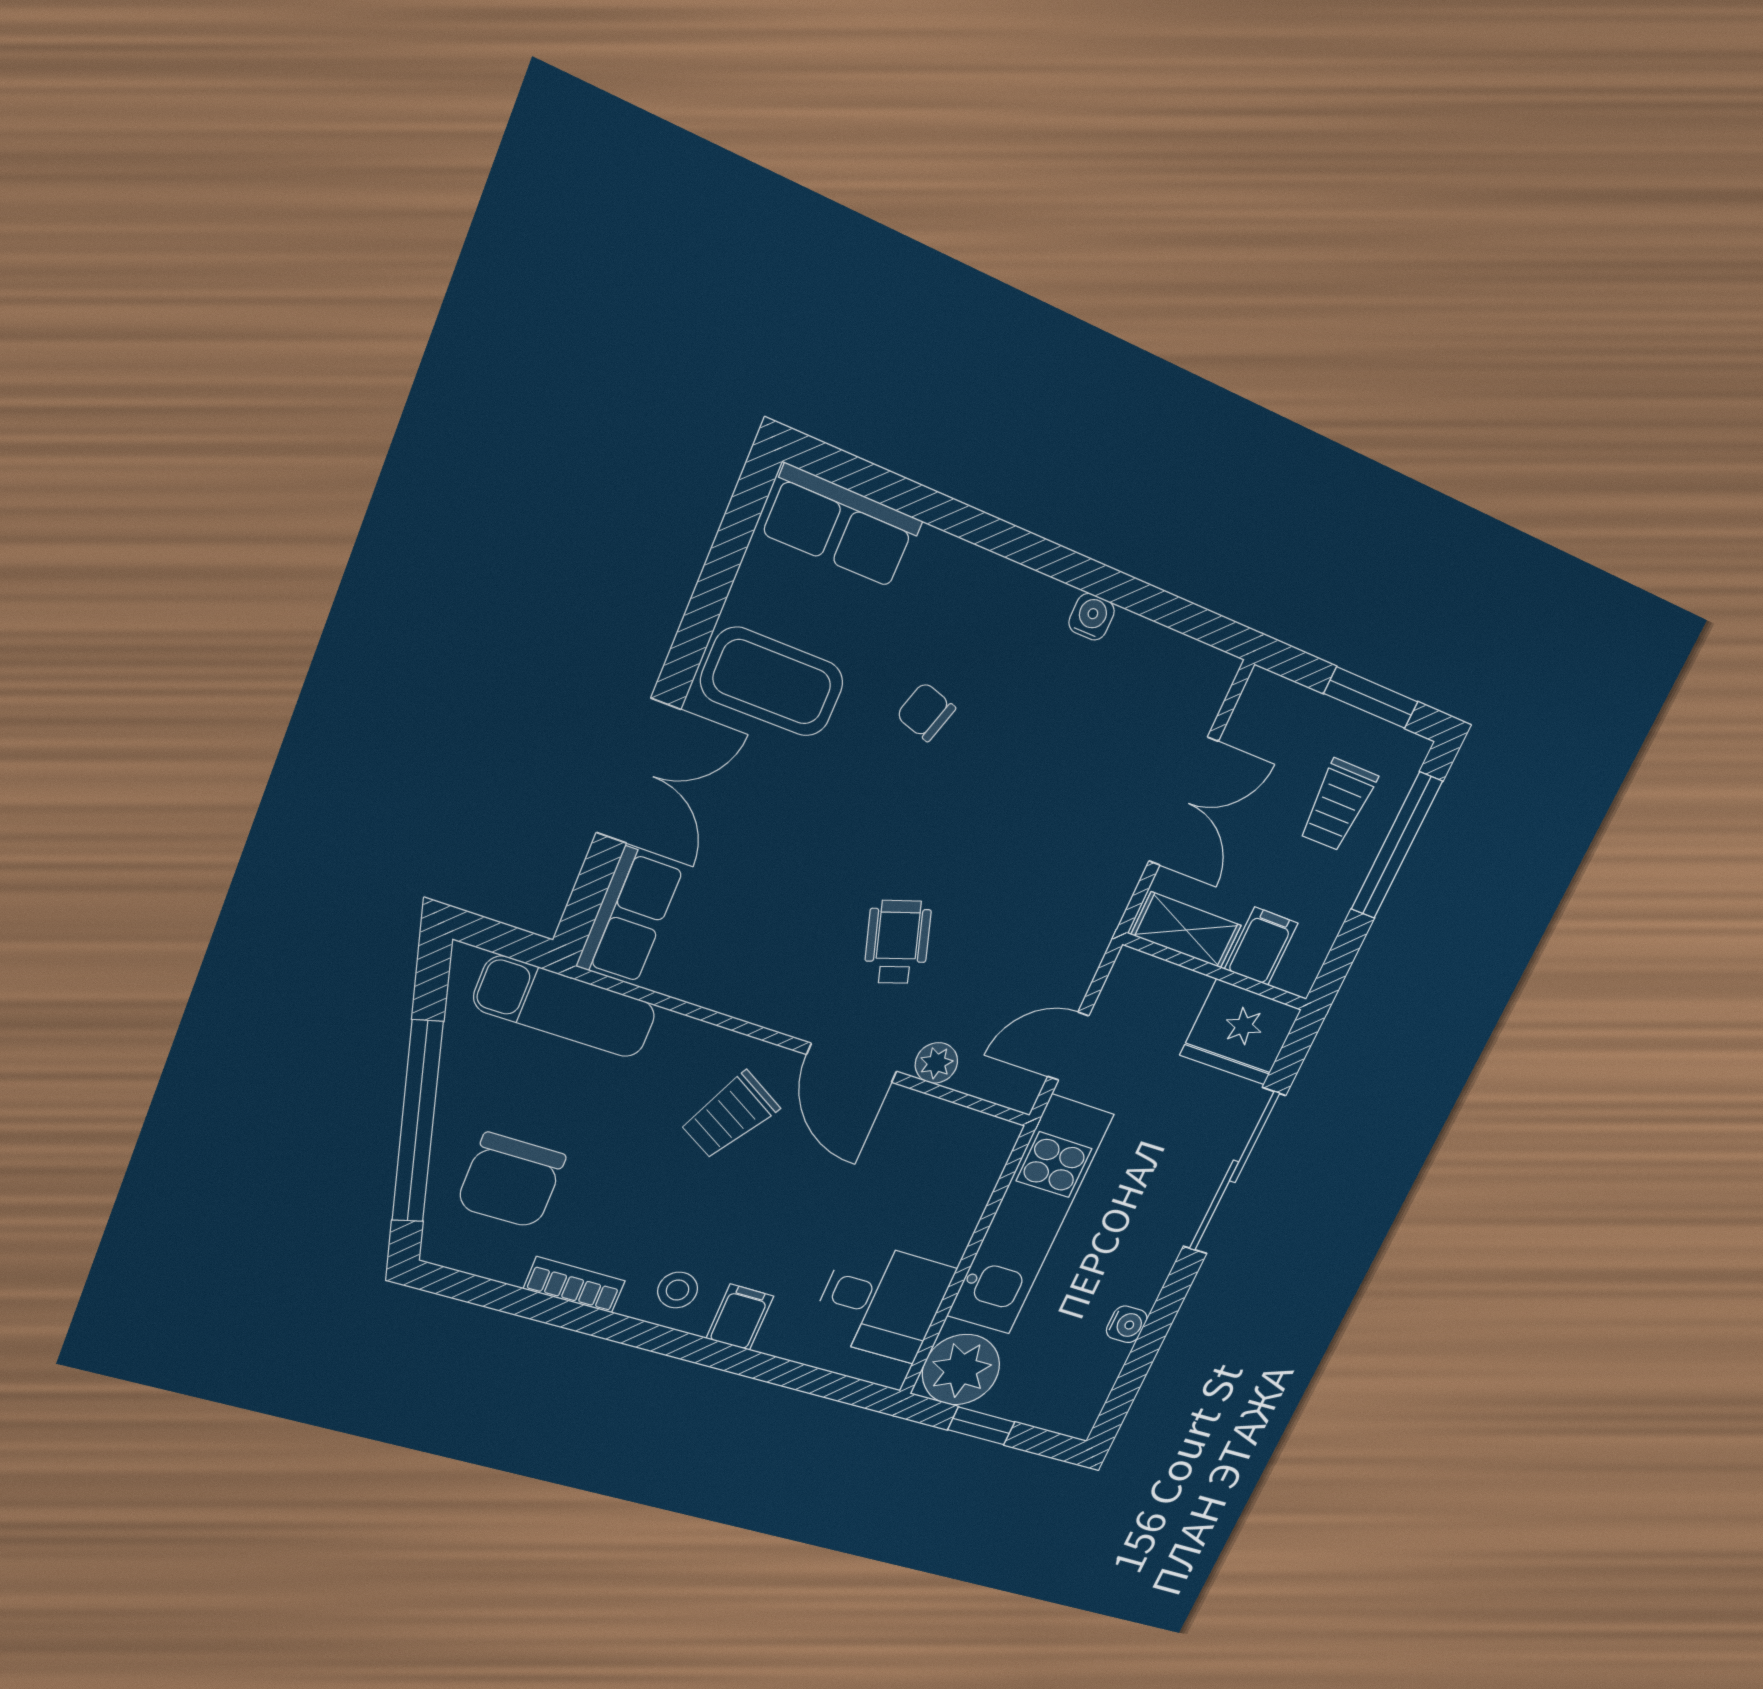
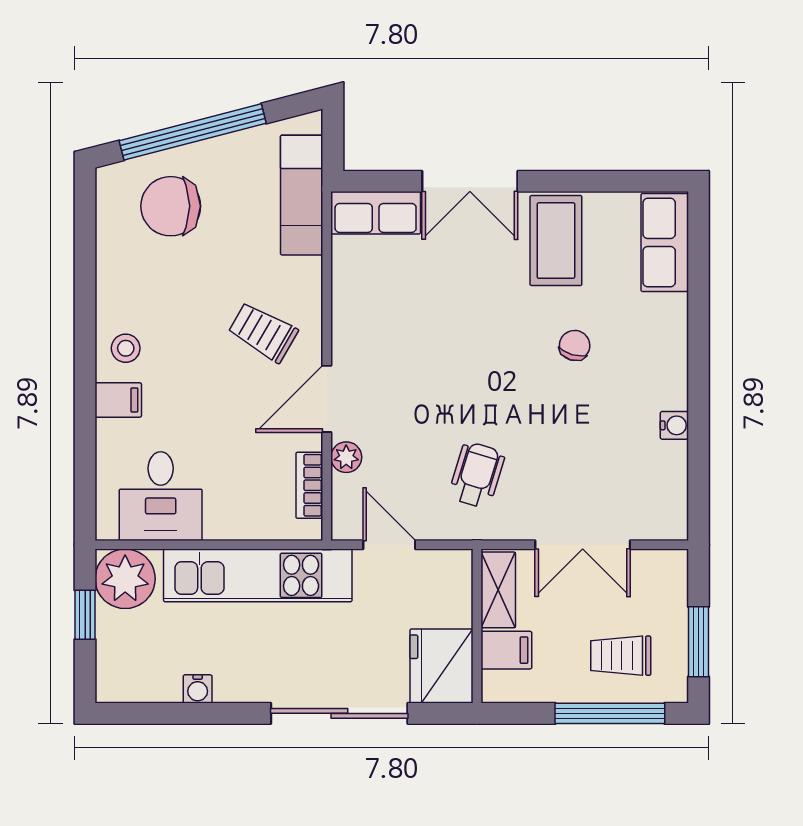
wheelchair: (897, 942) -> (477, 475), moved, turned -55
bookcase: (574, 1285) -> (309, 485), moved, turned 180

